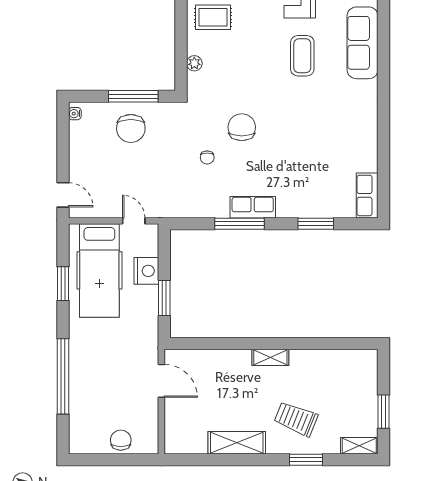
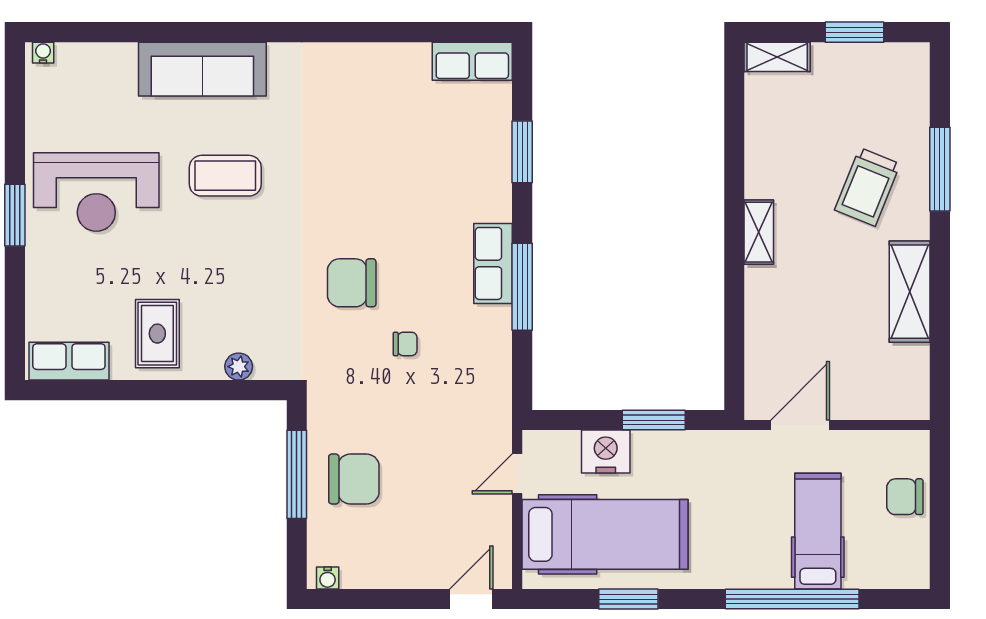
hospital bed: (101, 391) -> (818, 531), added
shelving: (359, 446) -> (777, 57), moved, turned 90
window: (306, 460) -> (940, 169), width x1.44

